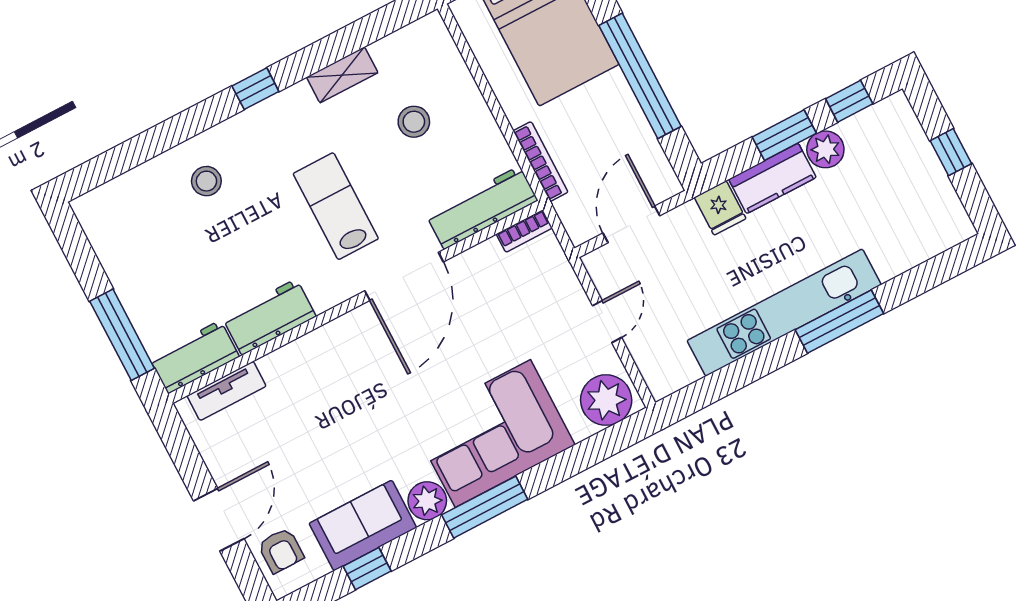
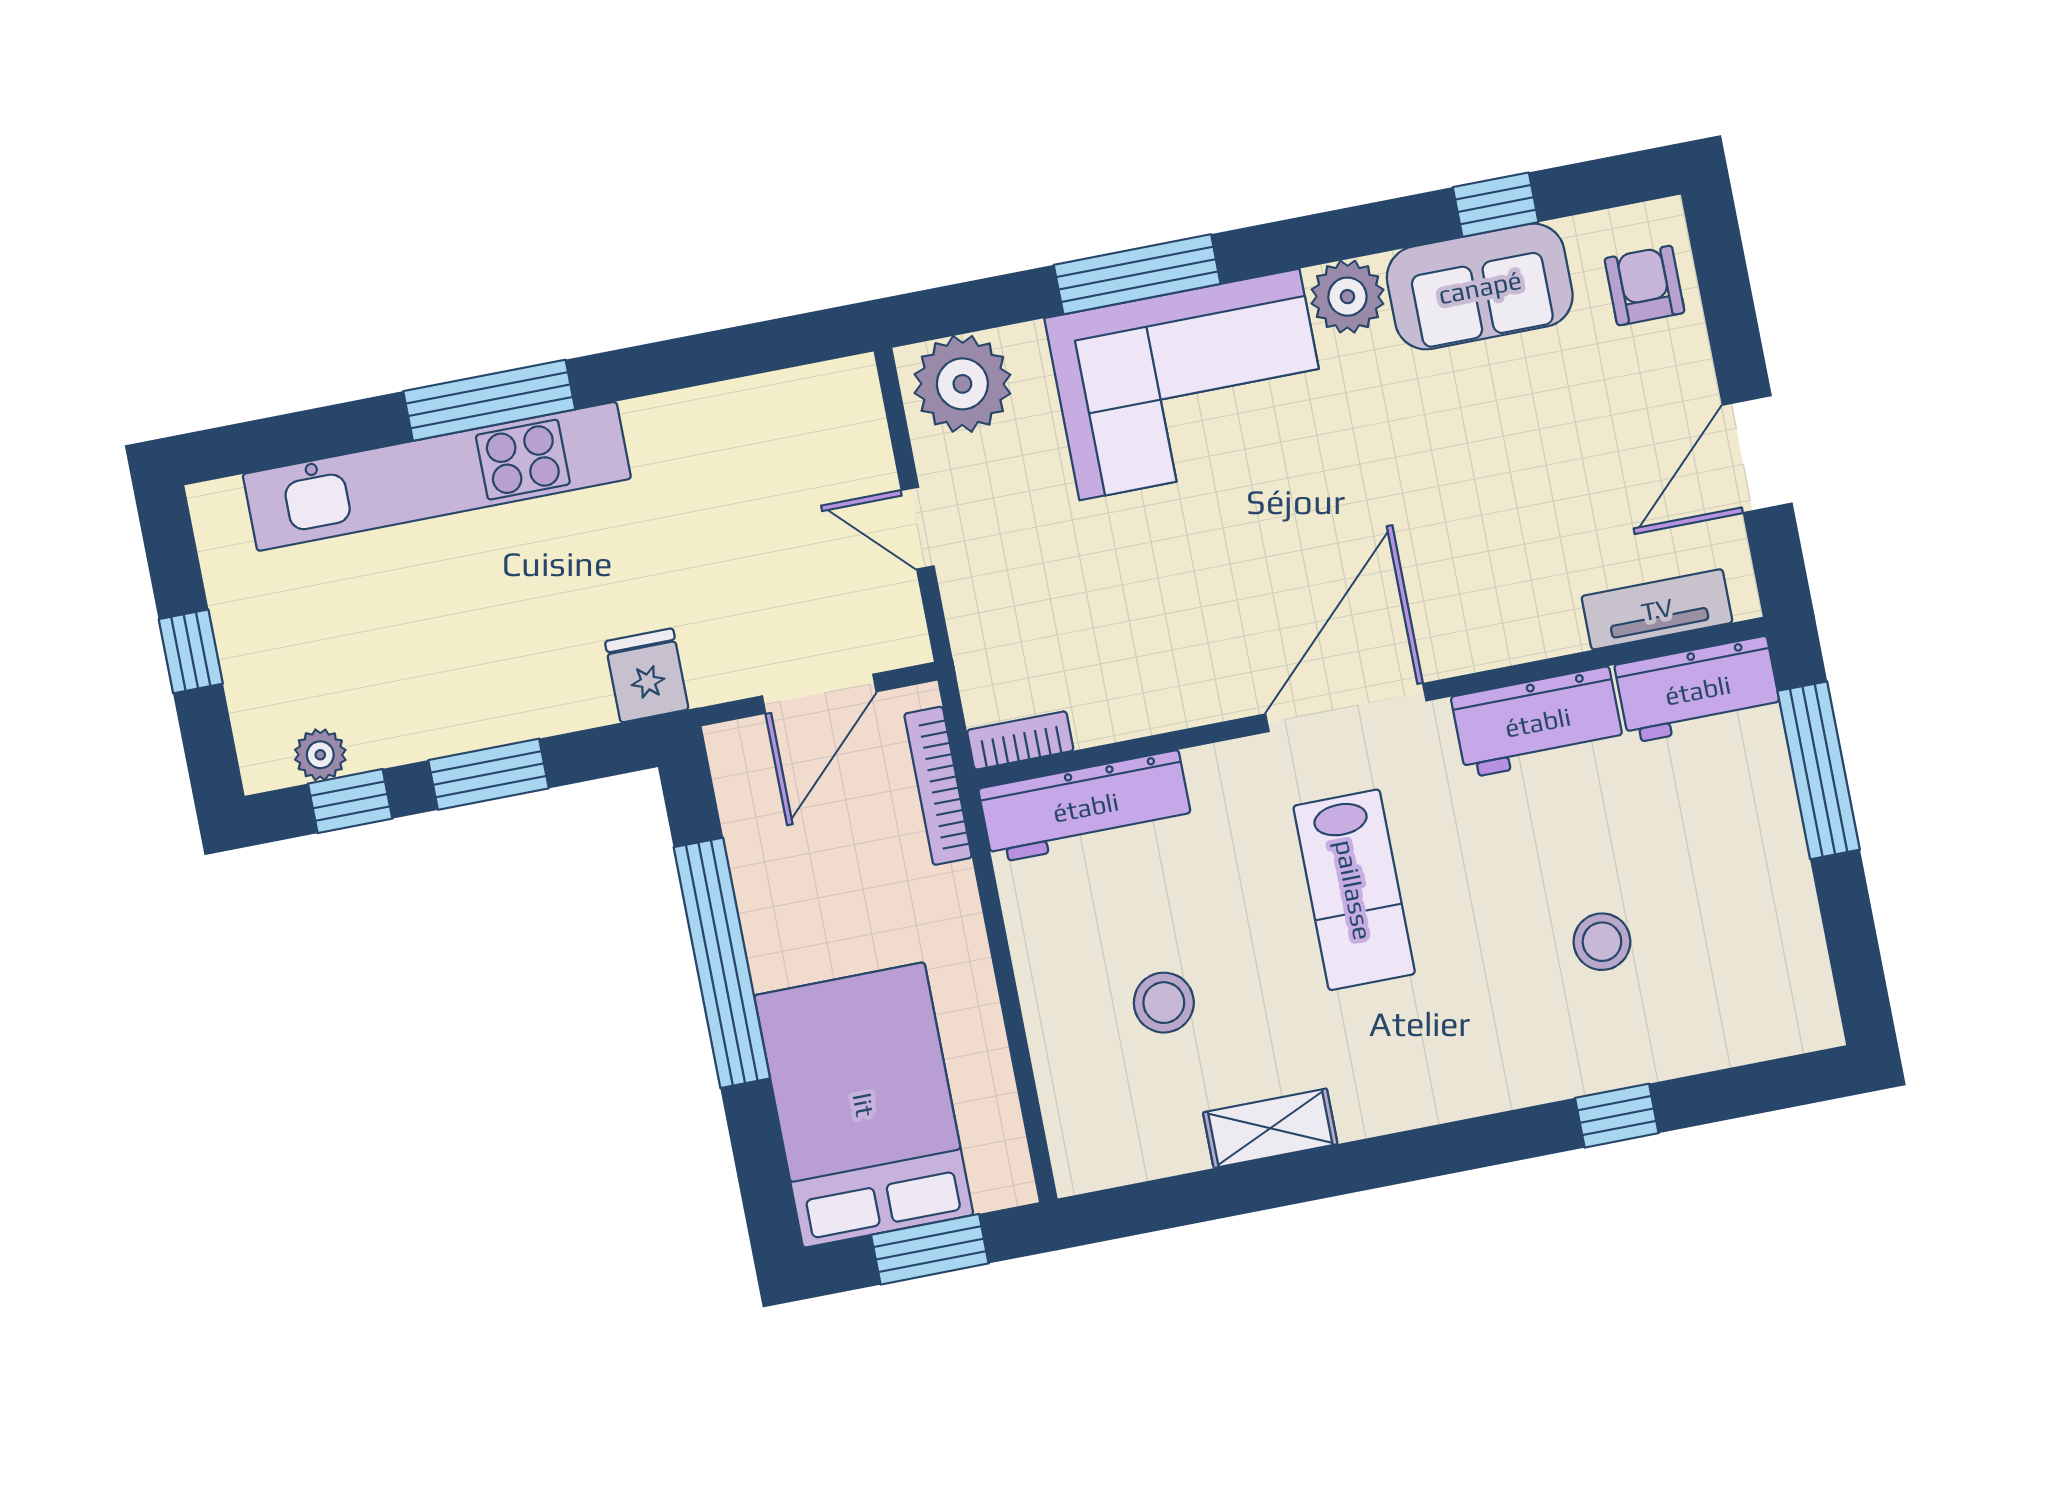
window: (255, 89) -> (1617, 1116), moved
plant: (825, 149) -> (320, 755), moved, width x0.73, depth x0.73
bookcase: (540, 162) -> (938, 786), moved
kitchen counter: (772, 178) -> (534, 701), removed
stool: (206, 181) -> (1602, 942), moved
door: (404, 276) -> (1346, 707), moved
kitchen unit: (784, 313) -> (437, 476), moved
door: (607, 322) -> (918, 528), hinge flipped
window: (485, 507) -> (1137, 274), moved
door: (219, 520) -> (1757, 454), moved

